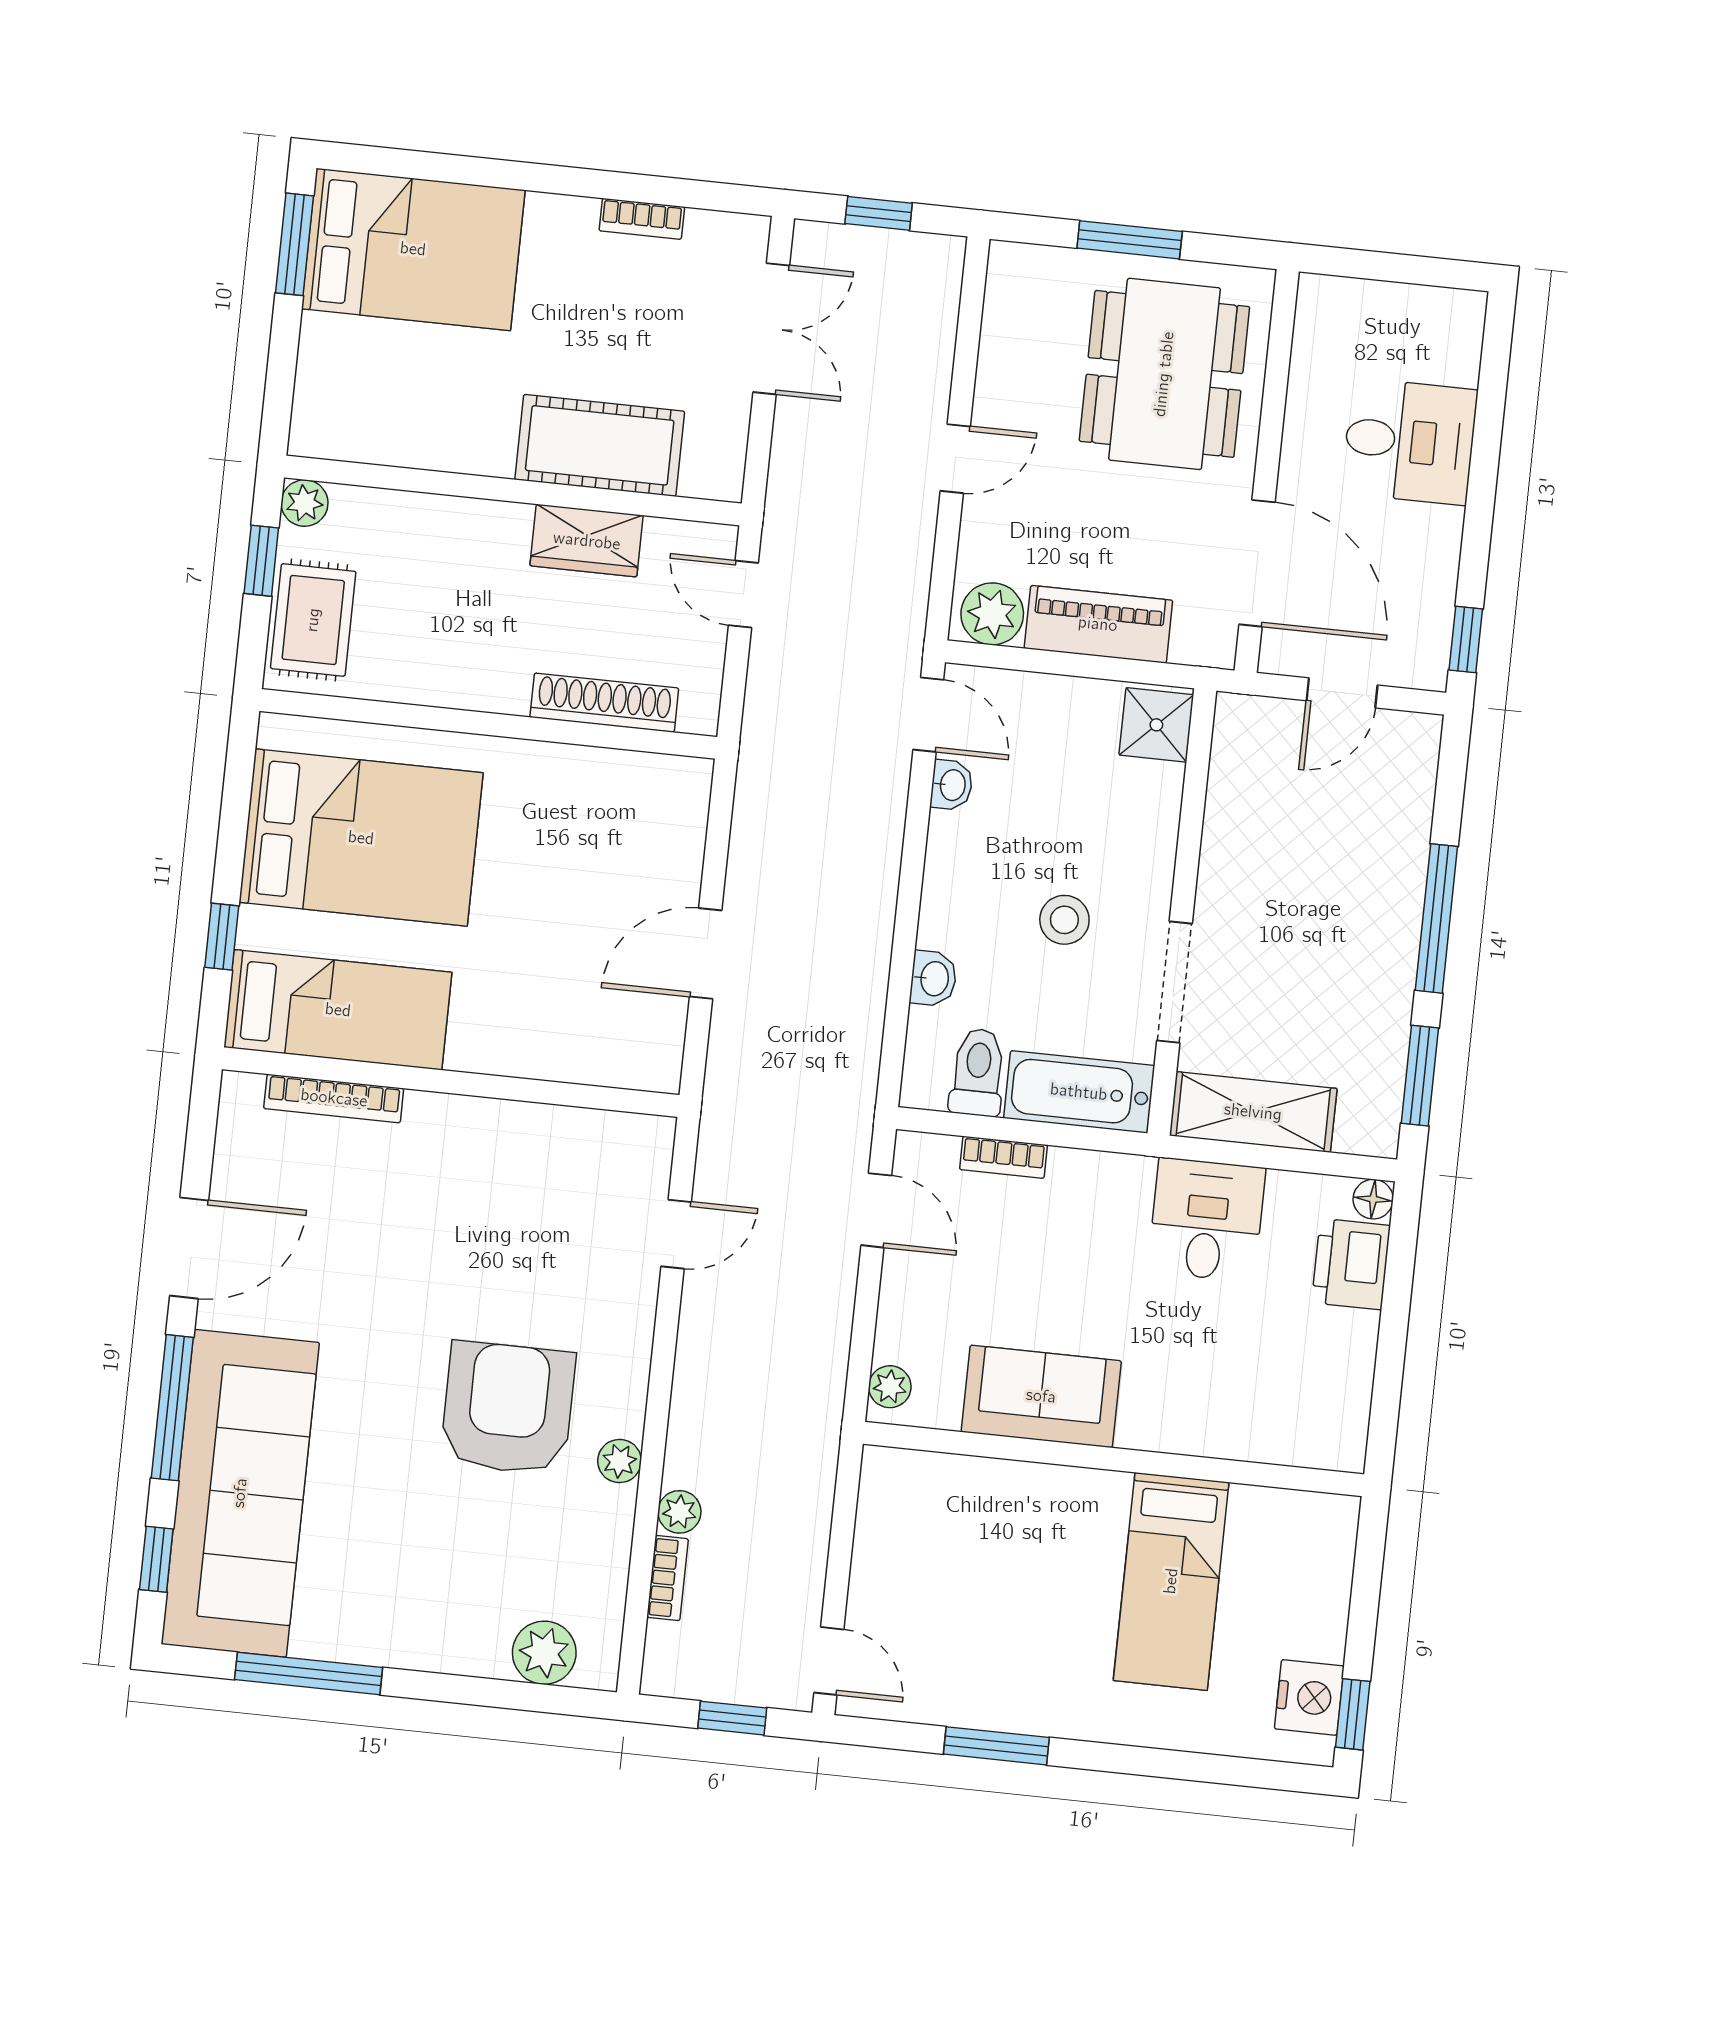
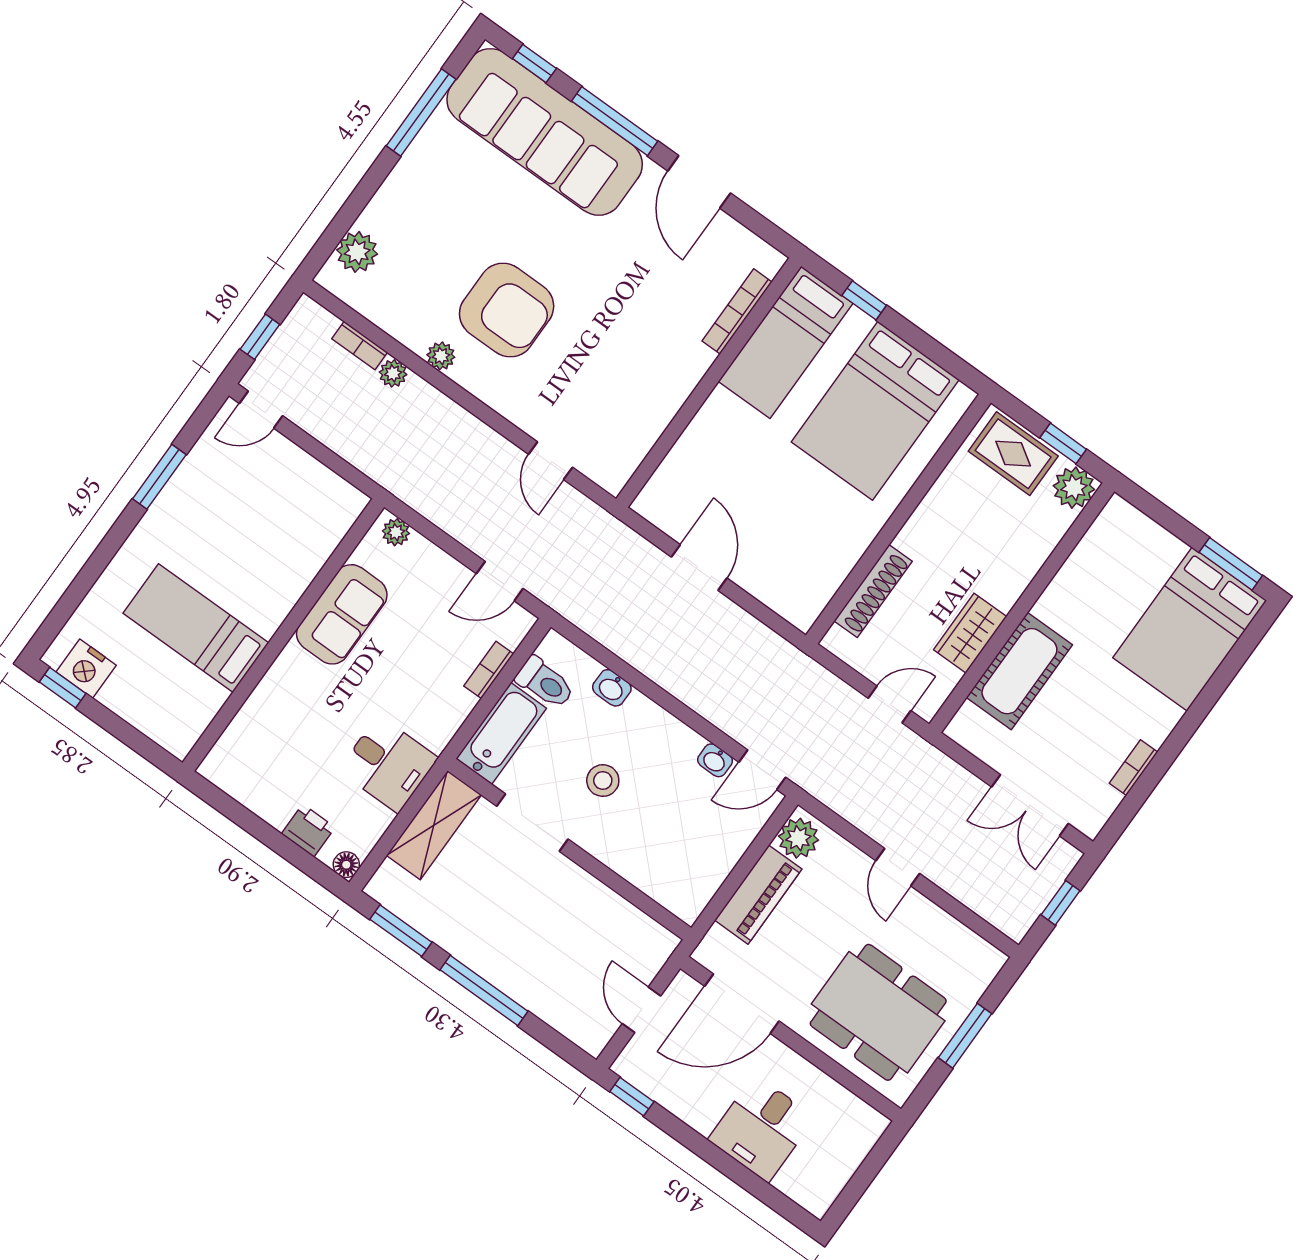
plant: (305, 503) -> (1074, 488), width x1.38, depth x1.38
shower: (1156, 725) -> (683, 895), removed
printer: (1351, 1264) -> (308, 831), width x0.73, depth x0.81

